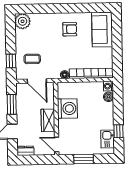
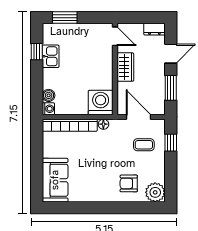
armchair: (70, 29) -> (129, 183), moved
washing machine: (67, 109) -> (101, 103), moved, turned 90
kitchen sink: (108, 139) -> (51, 56), moved
window: (84, 159) -> (65, 18), moved

